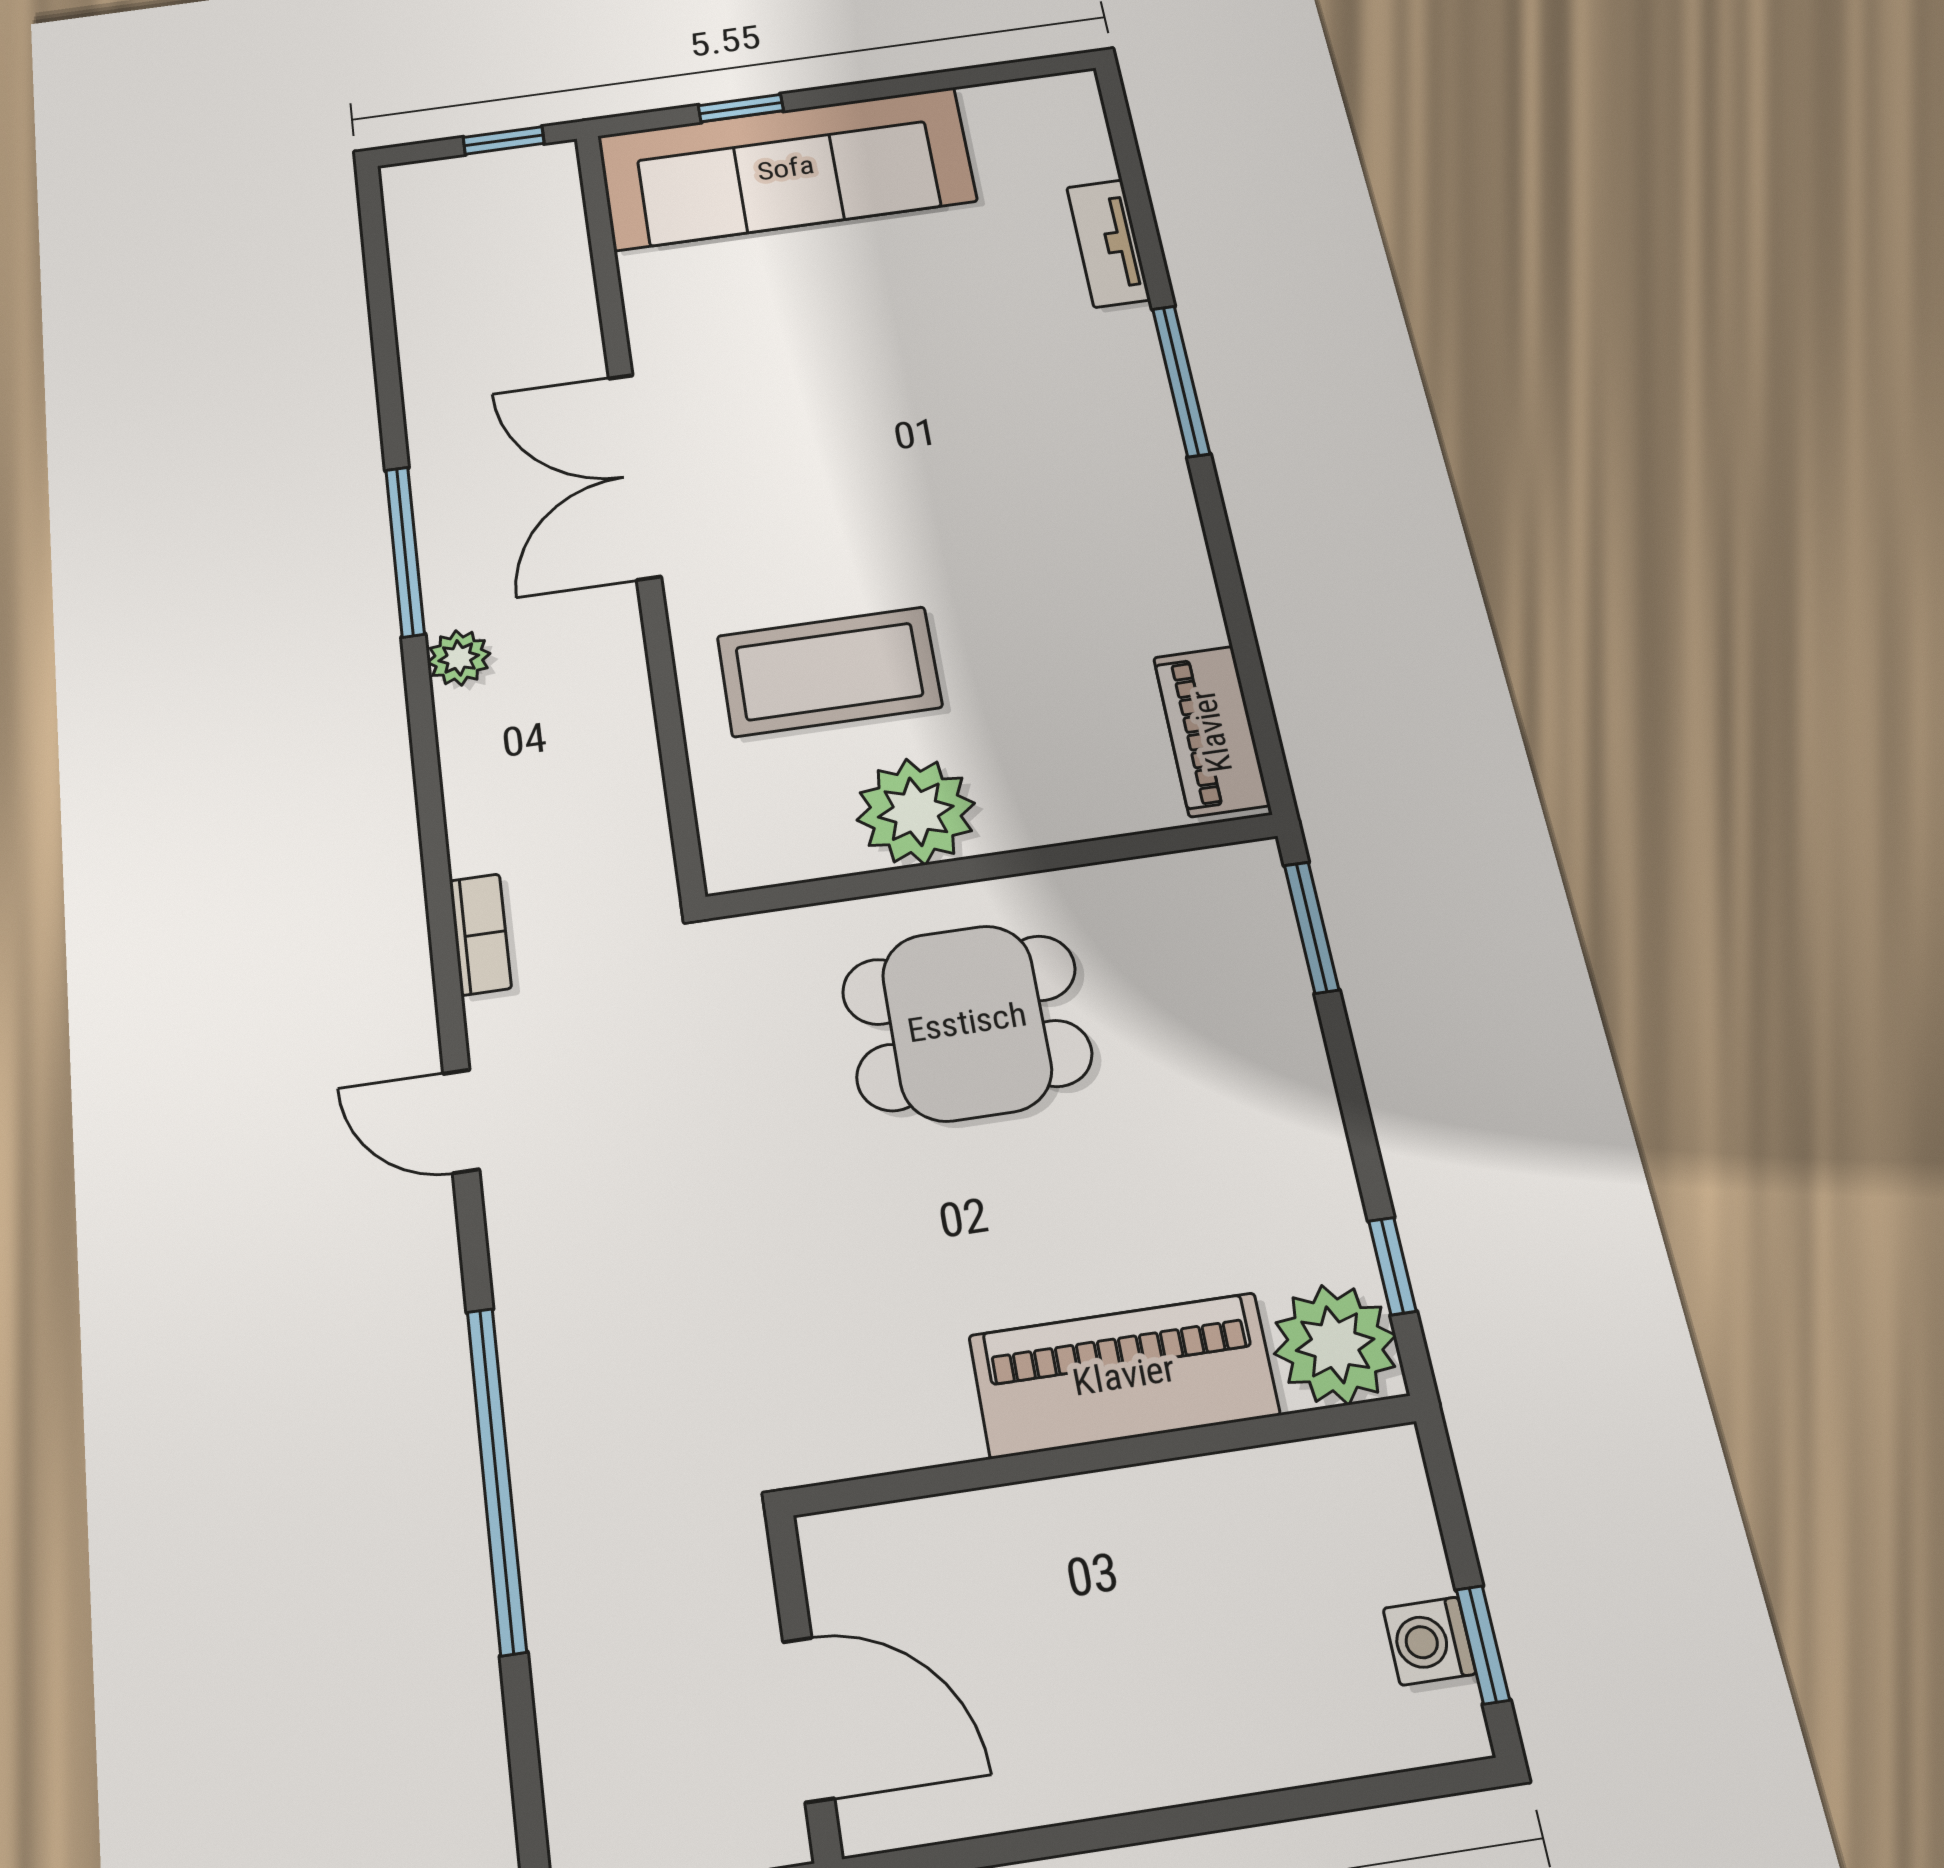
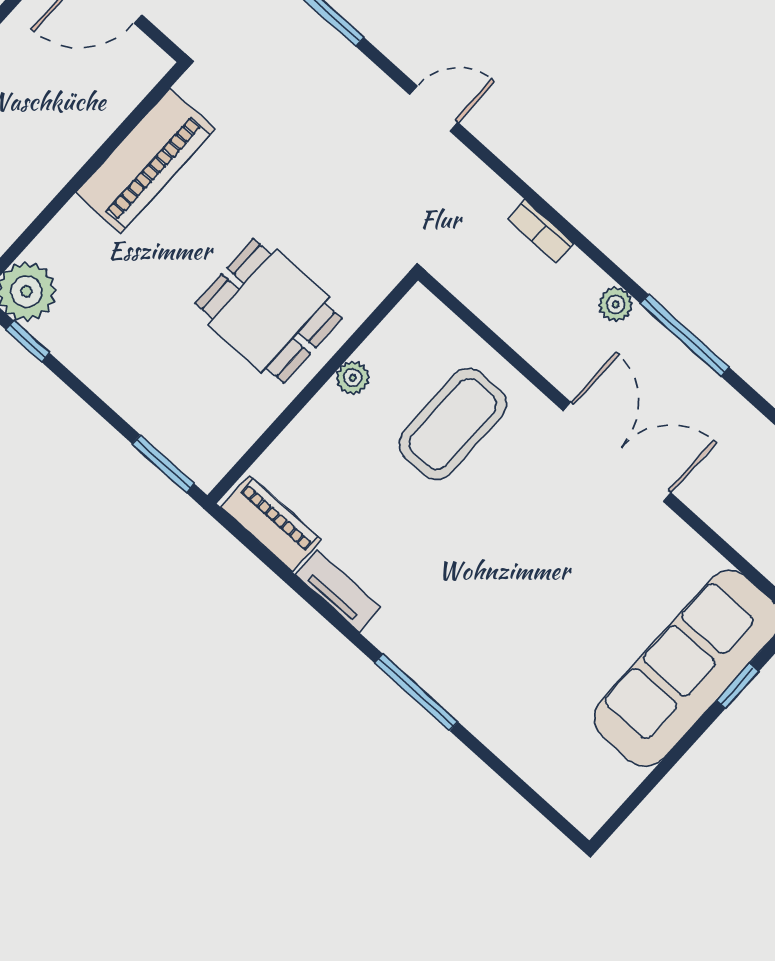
tv unit: (1108, 243) -> (338, 591), moved
plant: (916, 812) -> (353, 378), width x0.53, depth x0.53
bookcase: (480, 934) -> (541, 231), moved
dining table: (967, 1022) -> (269, 311), turned 90
piano: (1124, 1375) -> (145, 161), moved

